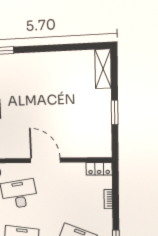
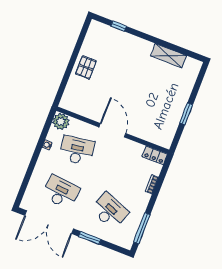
shelving: (103, 69) -> (169, 56), moved, turned 90

